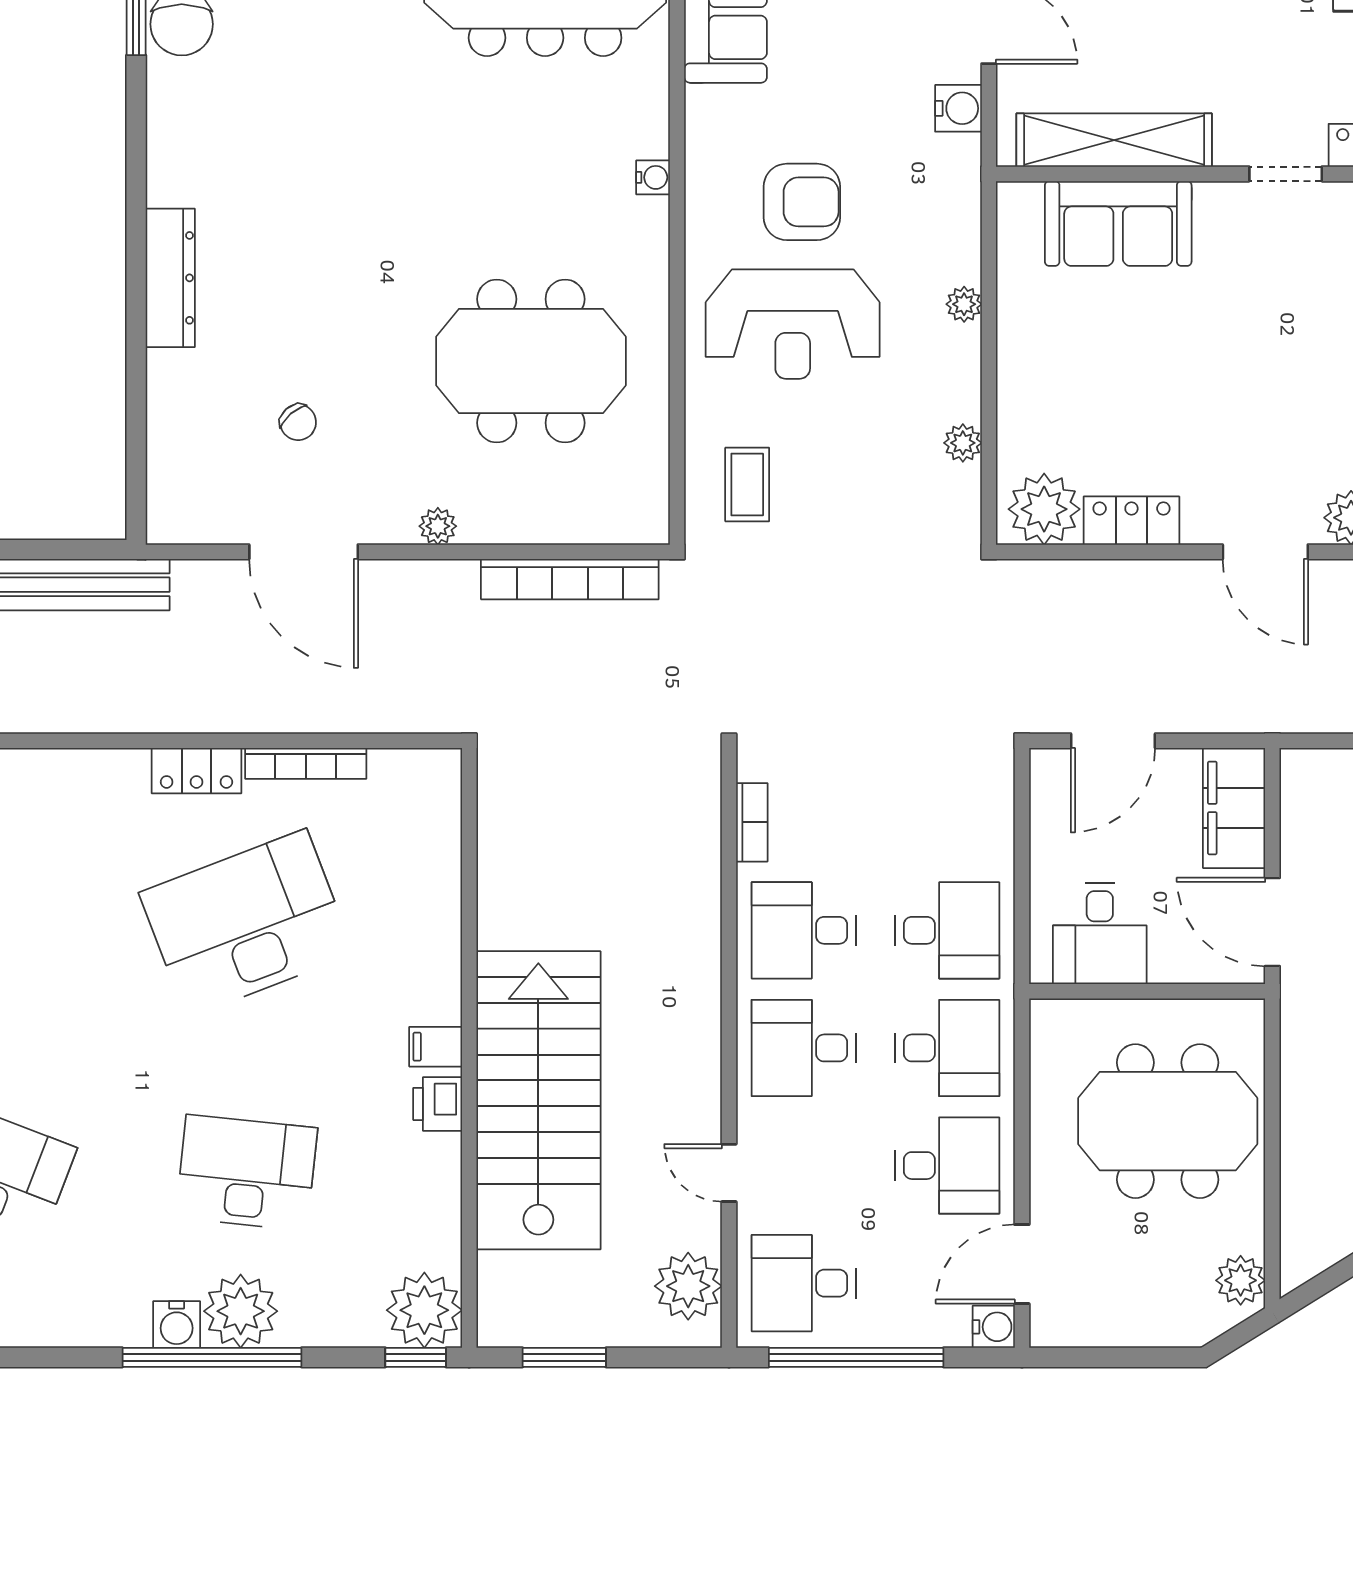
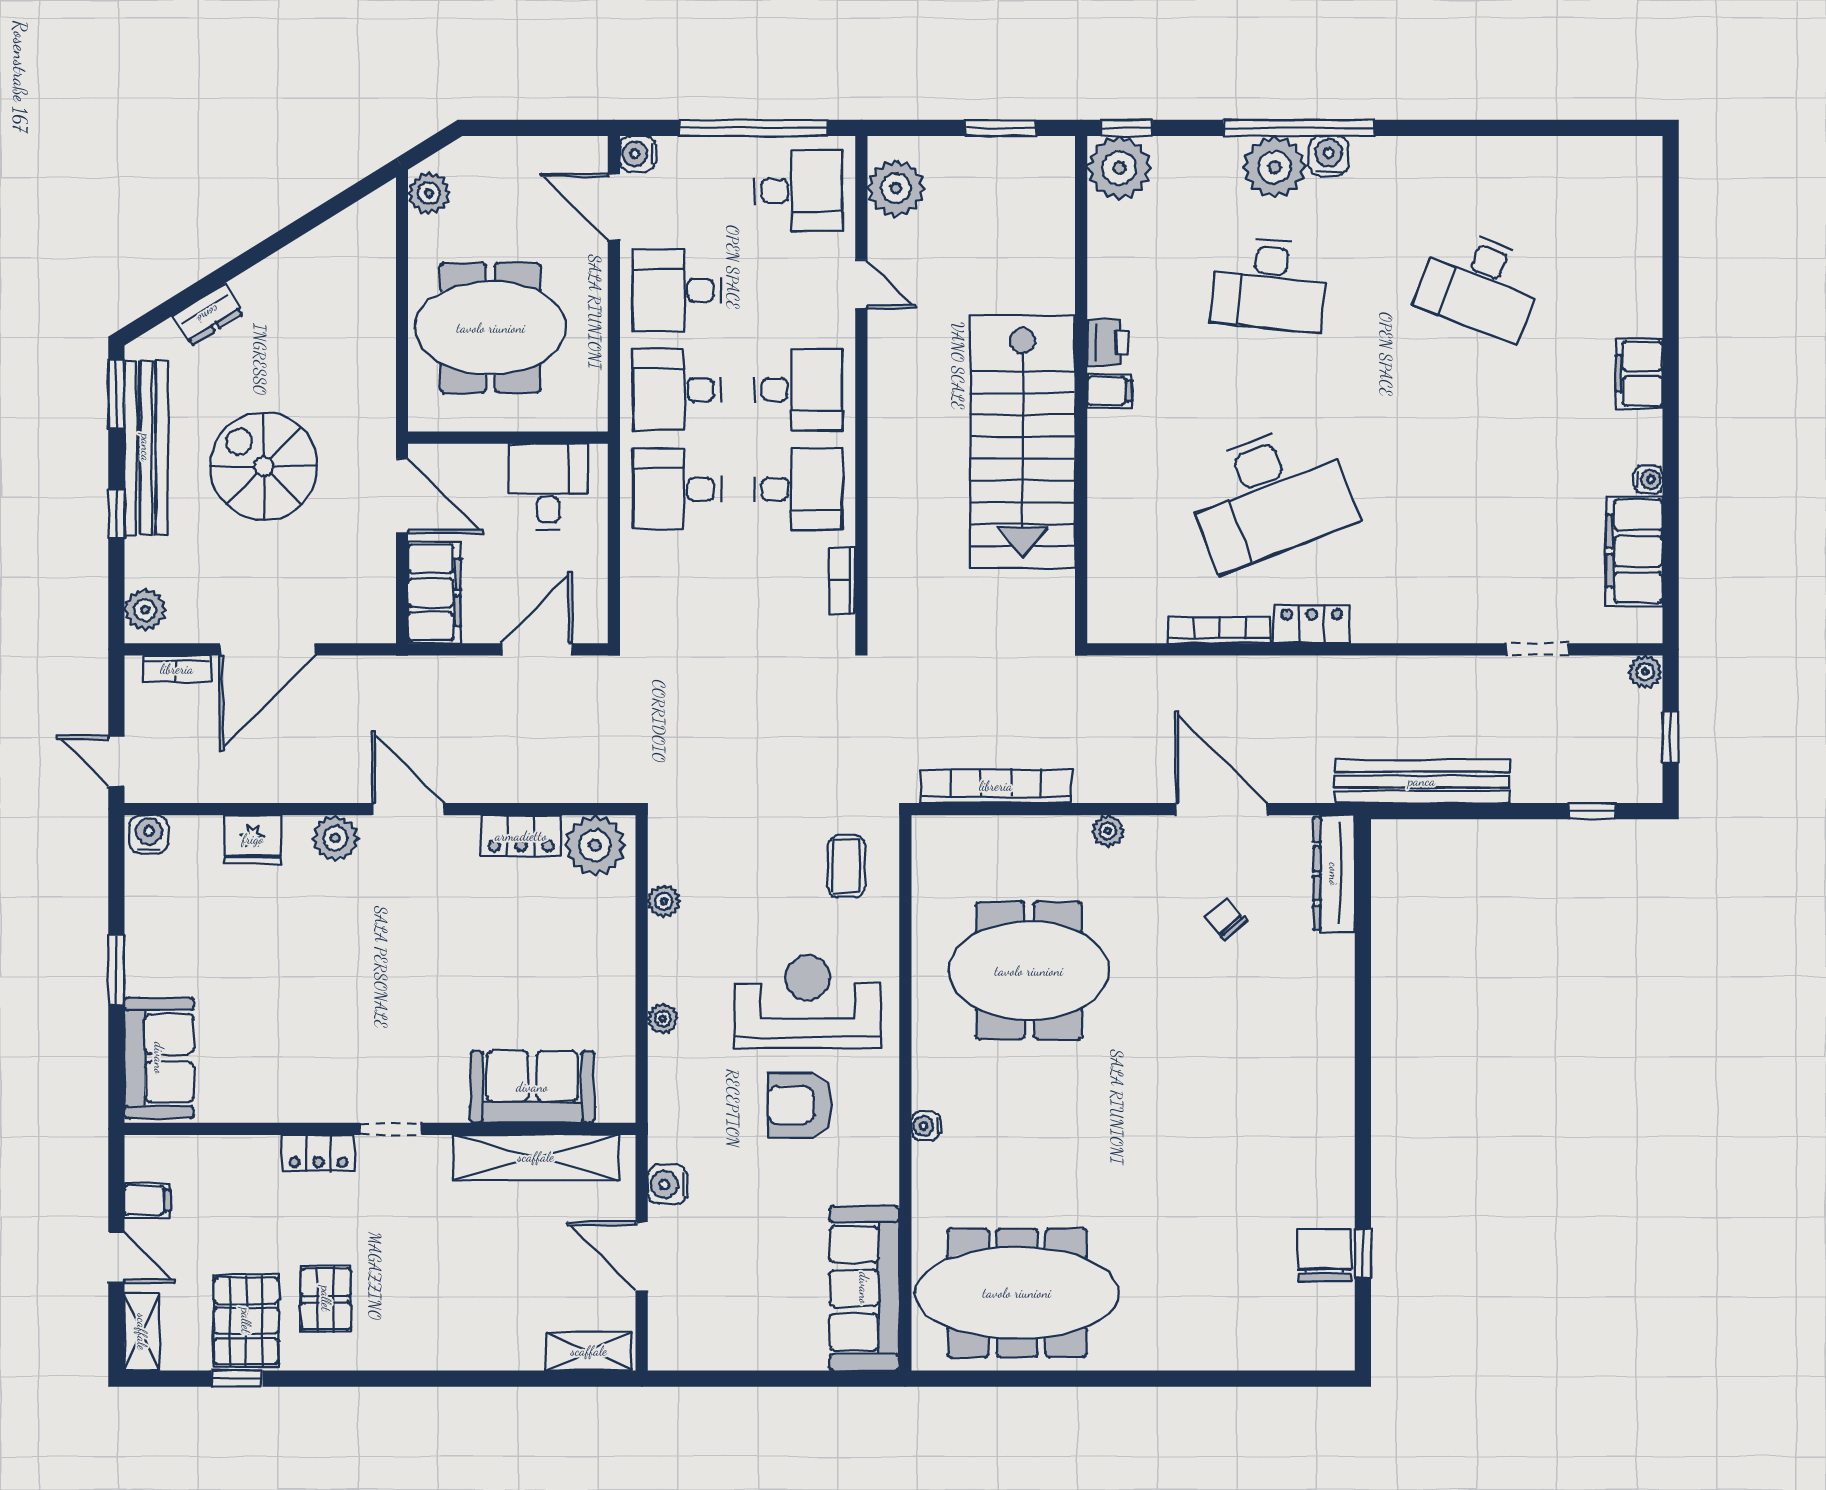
dresser: (170, 278) -> (1334, 874), moved
stairs: (538, 1100) -> (1023, 442), moved
door: (1022, 1264) -> (614, 207), swing flipped

